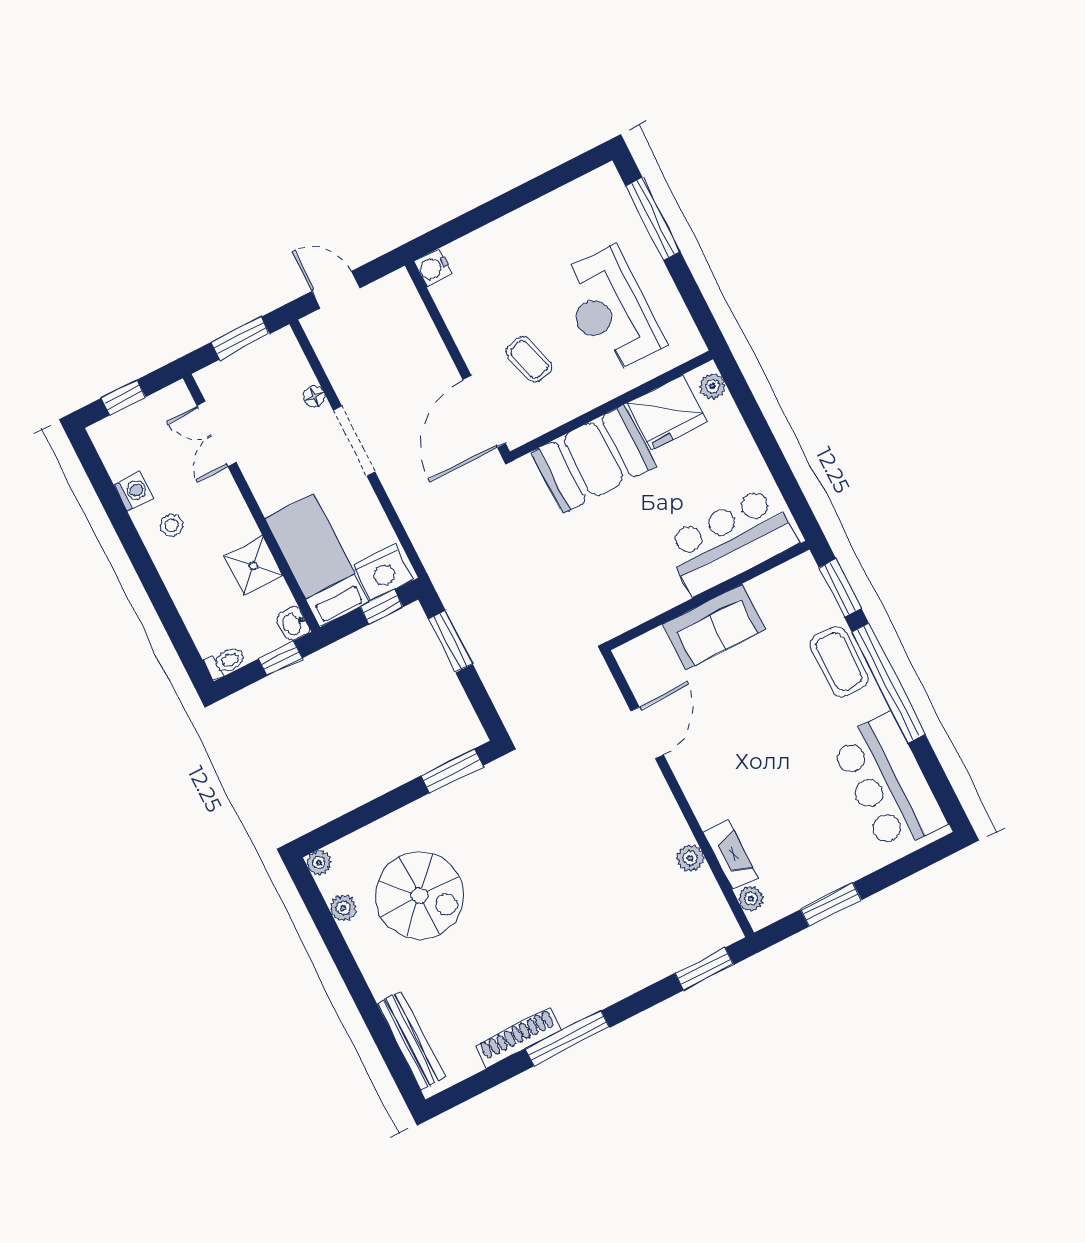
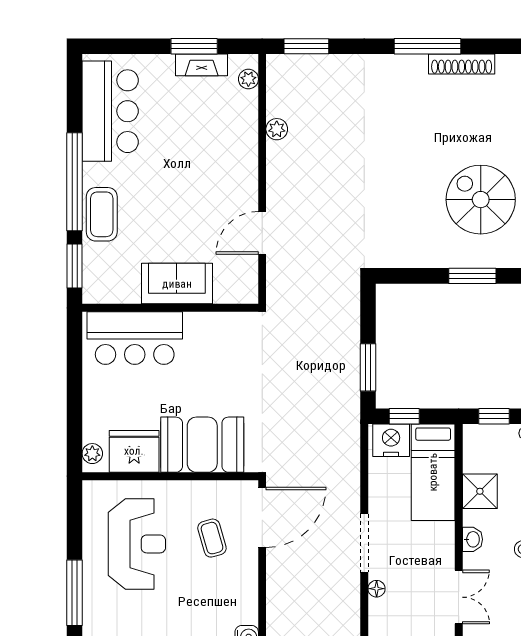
washbasin: (293, 624) -> (472, 539), moved
window: (452, 771) -> (472, 276), moved
fireplace: (730, 855) -> (202, 65), moved, turned -90

